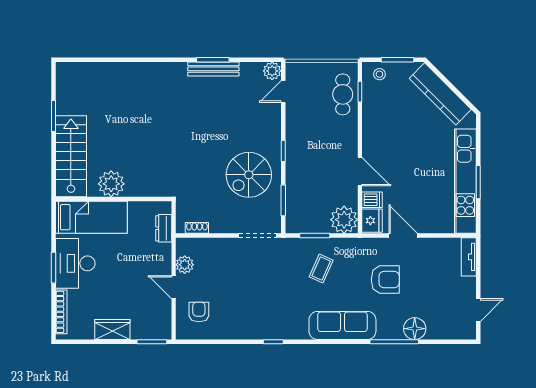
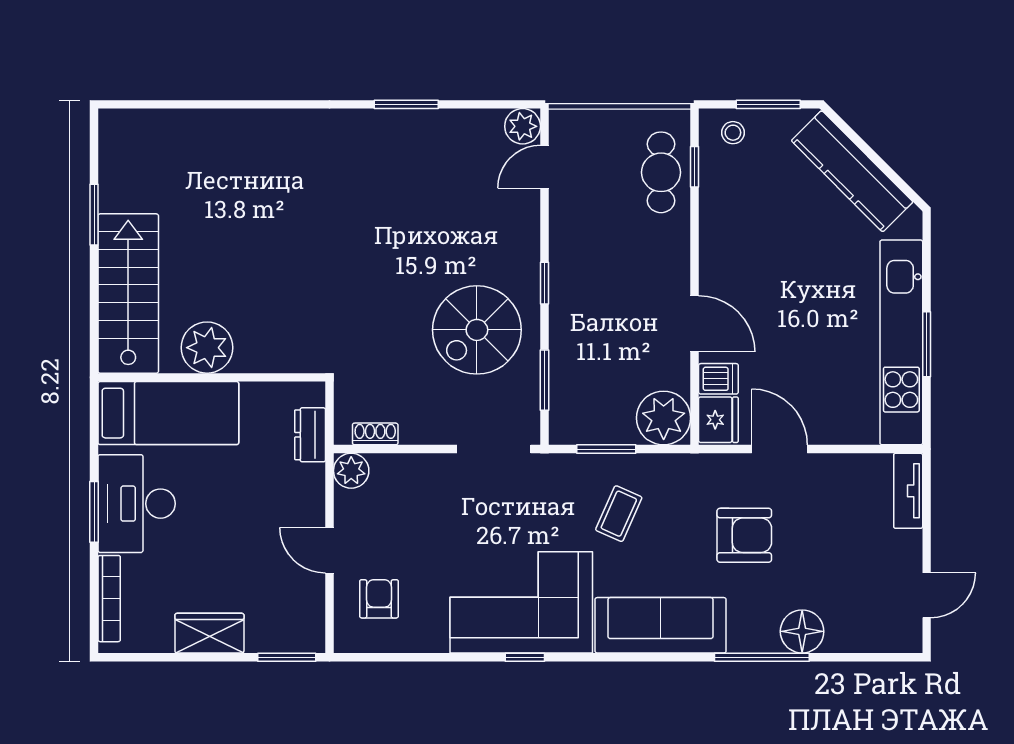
bench: (213, 69) -> (407, 122), removed
plant: (185, 265) -> (351, 471), moved
corner sofa: (271, 314) -> (521, 602), added

